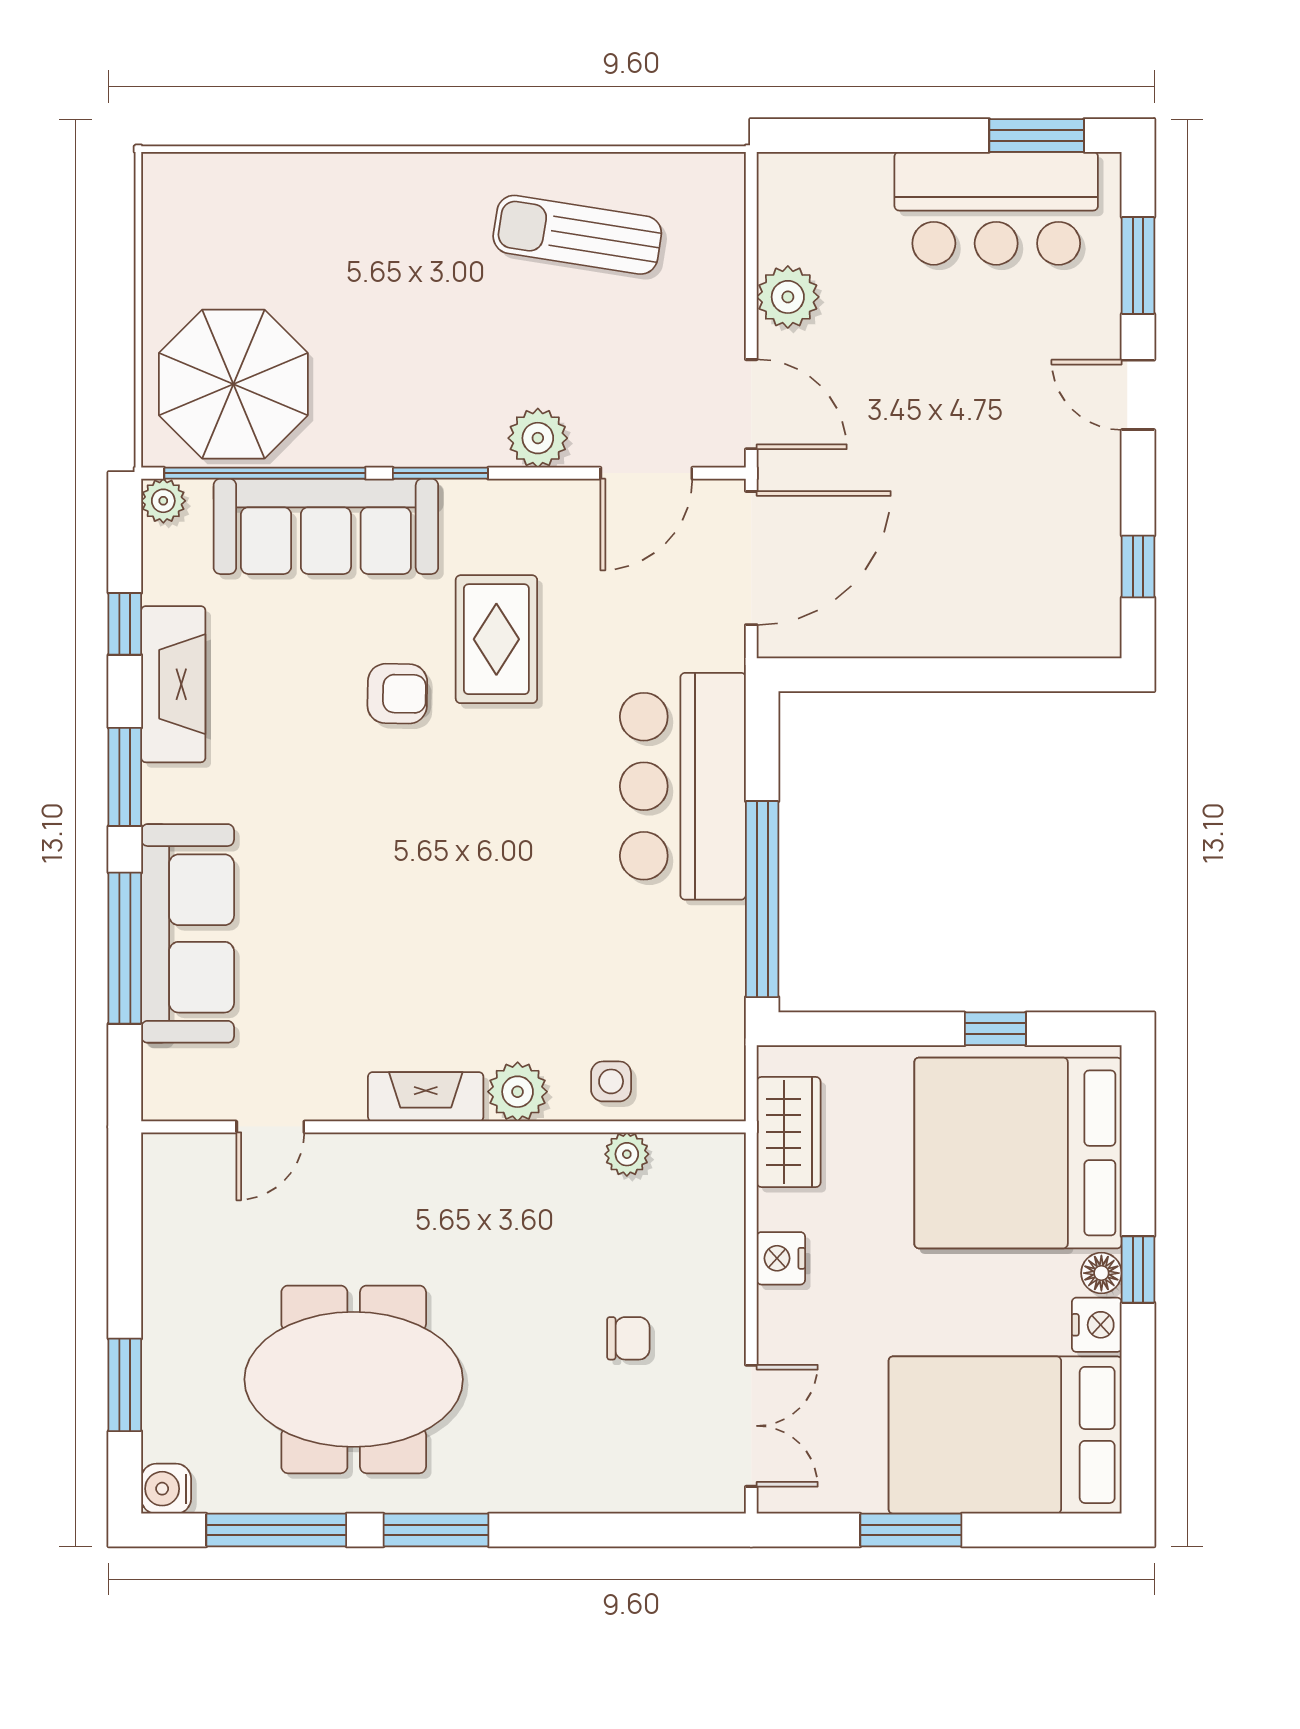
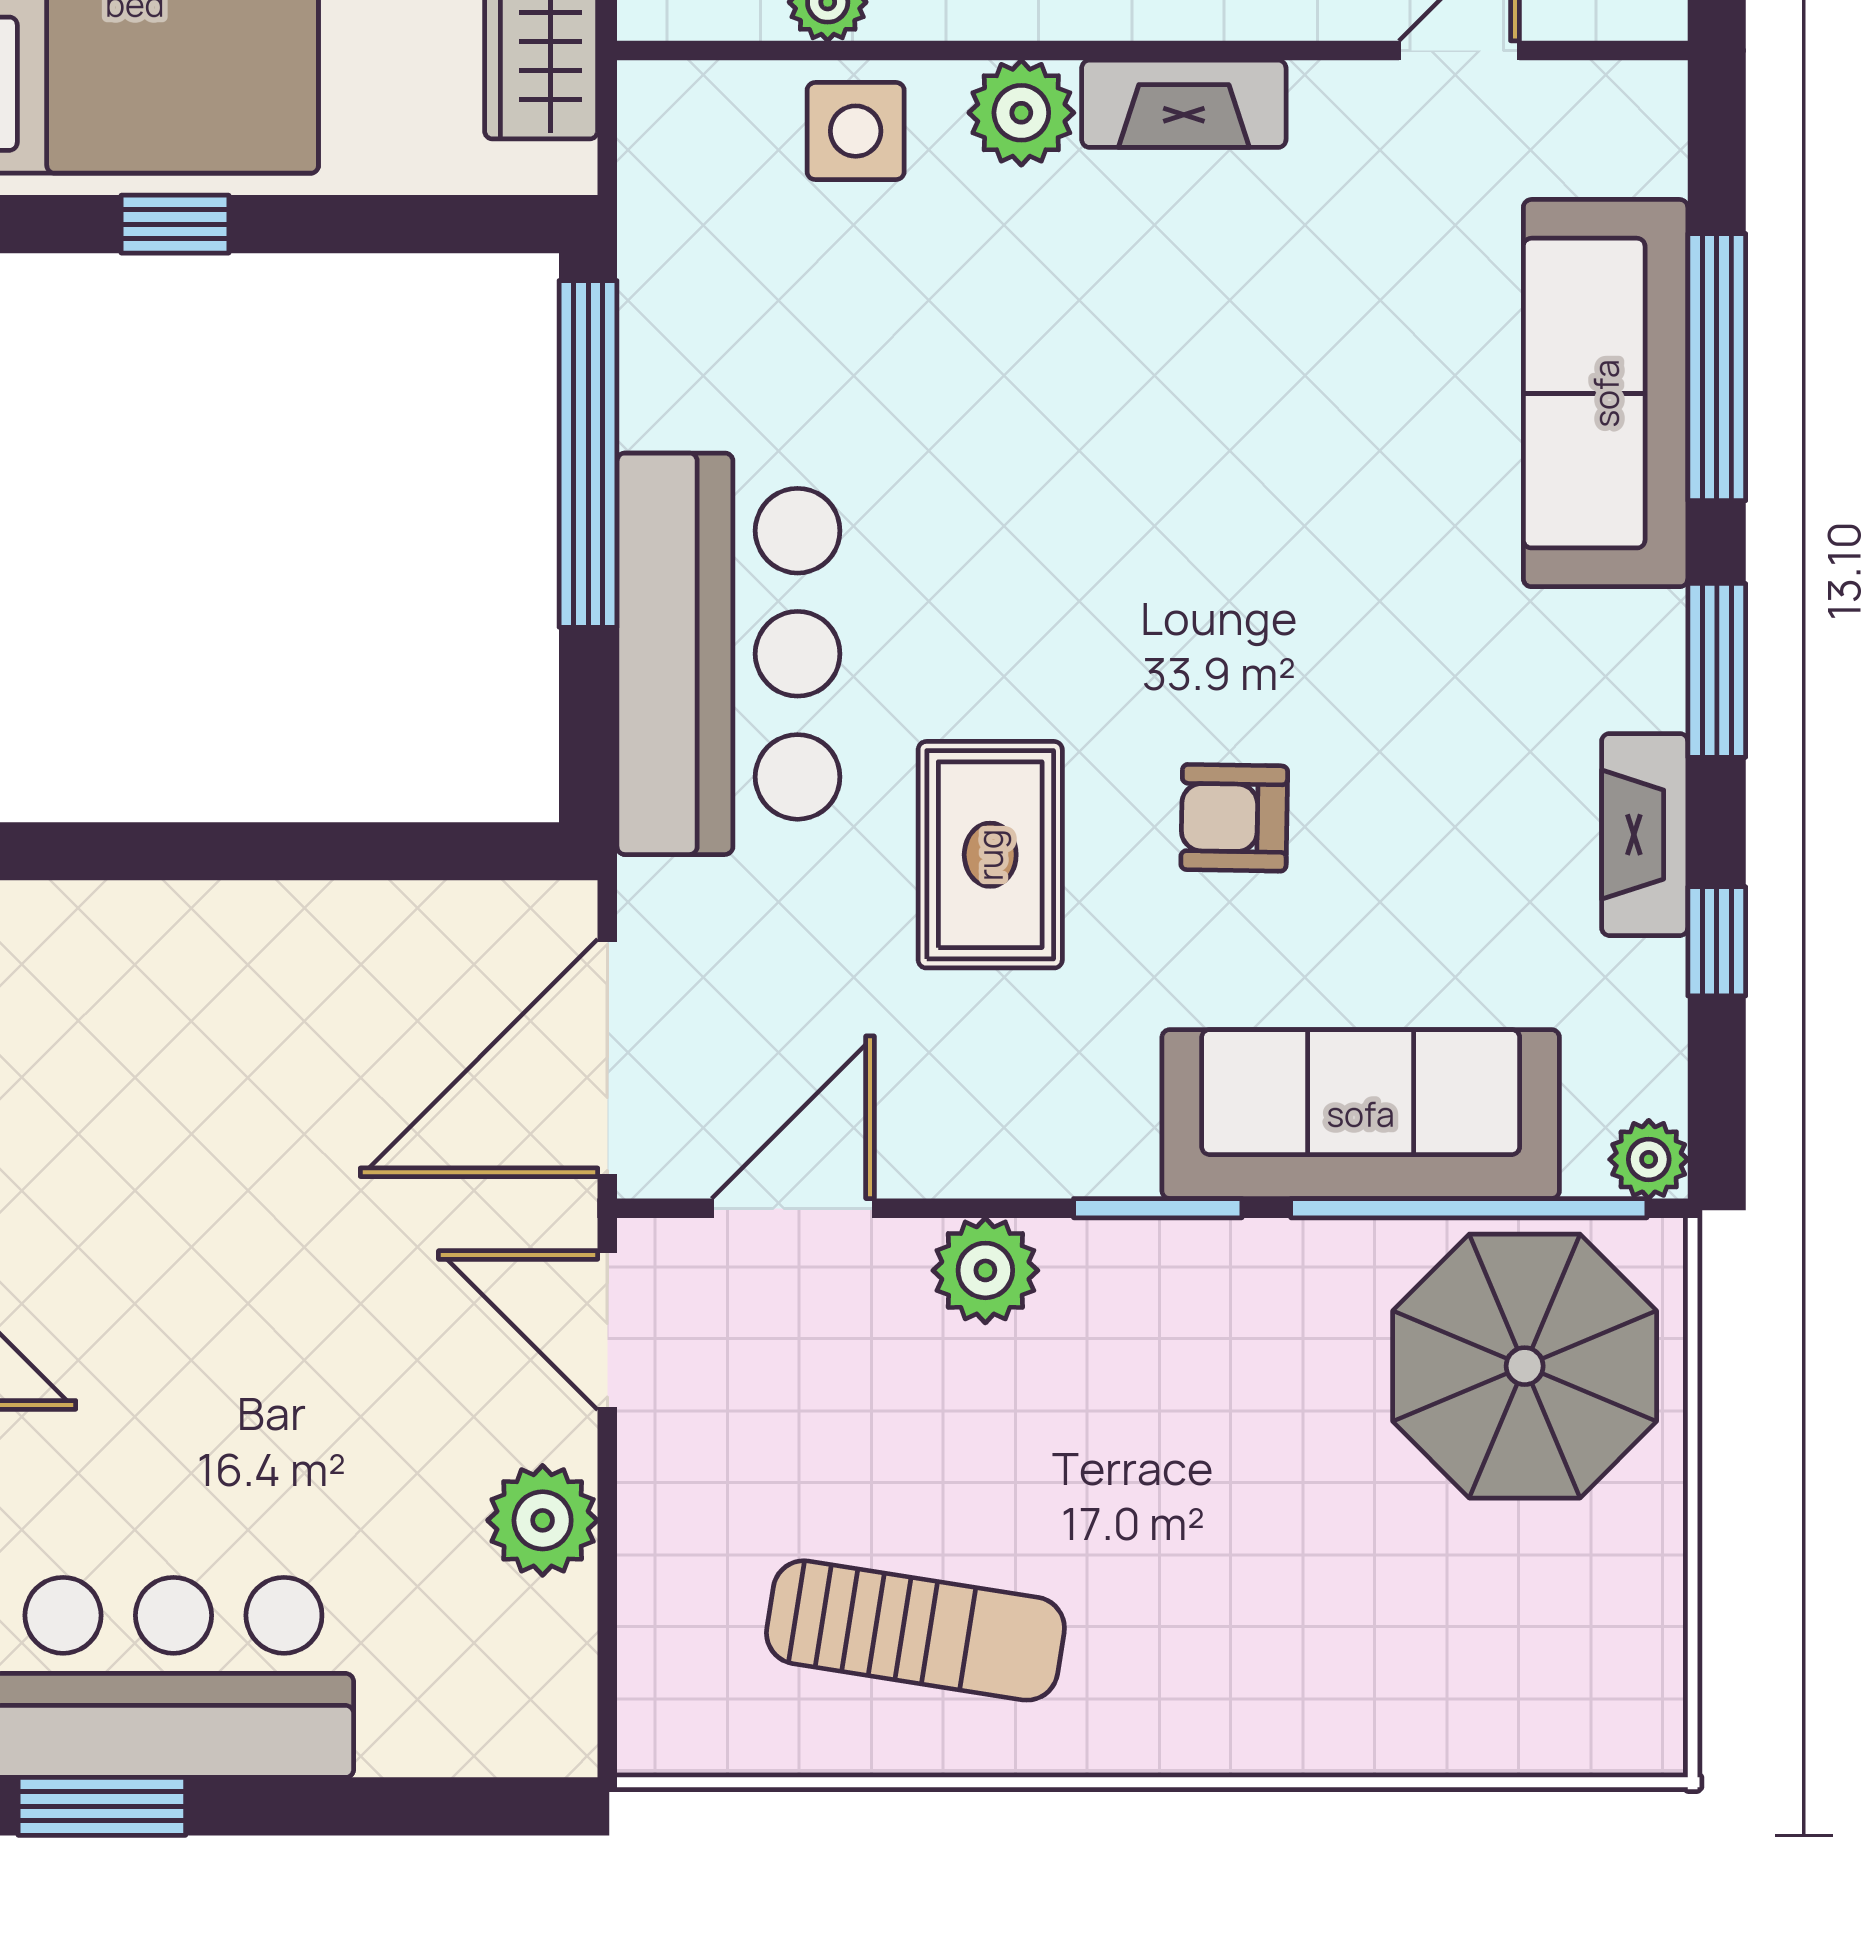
rug: (496, 639) -> (990, 855), moved
fireplace: (173, 684) -> (1645, 835), width x0.73, depth x0.76
side table: (611, 1081) -> (856, 131), width x1.37, depth x1.37

